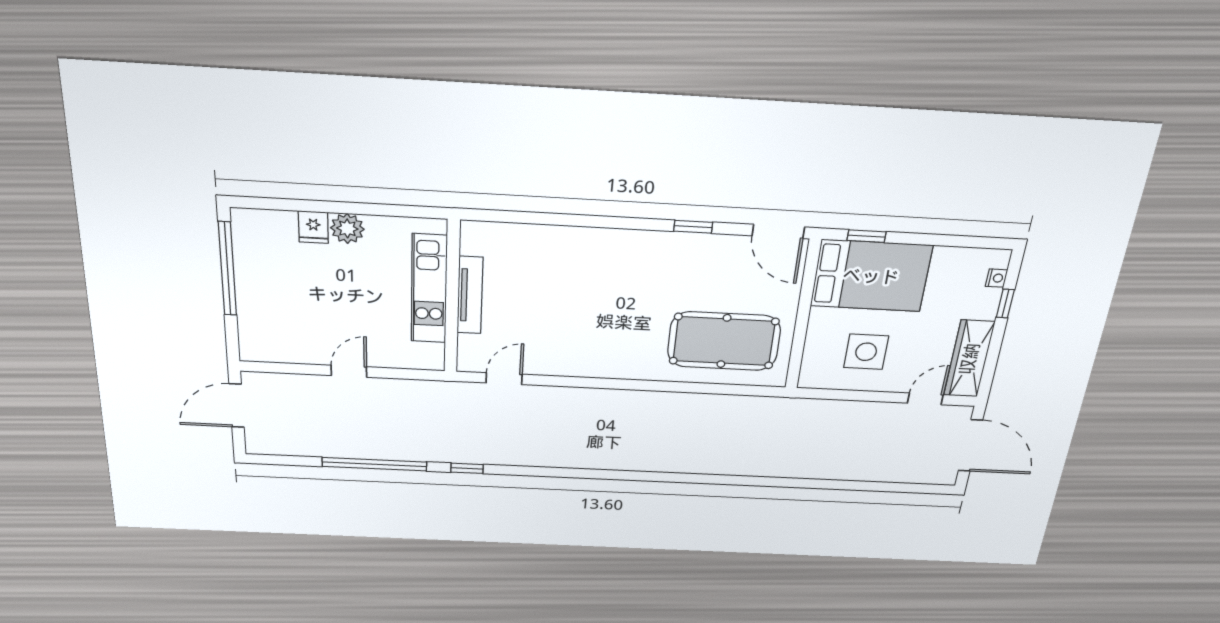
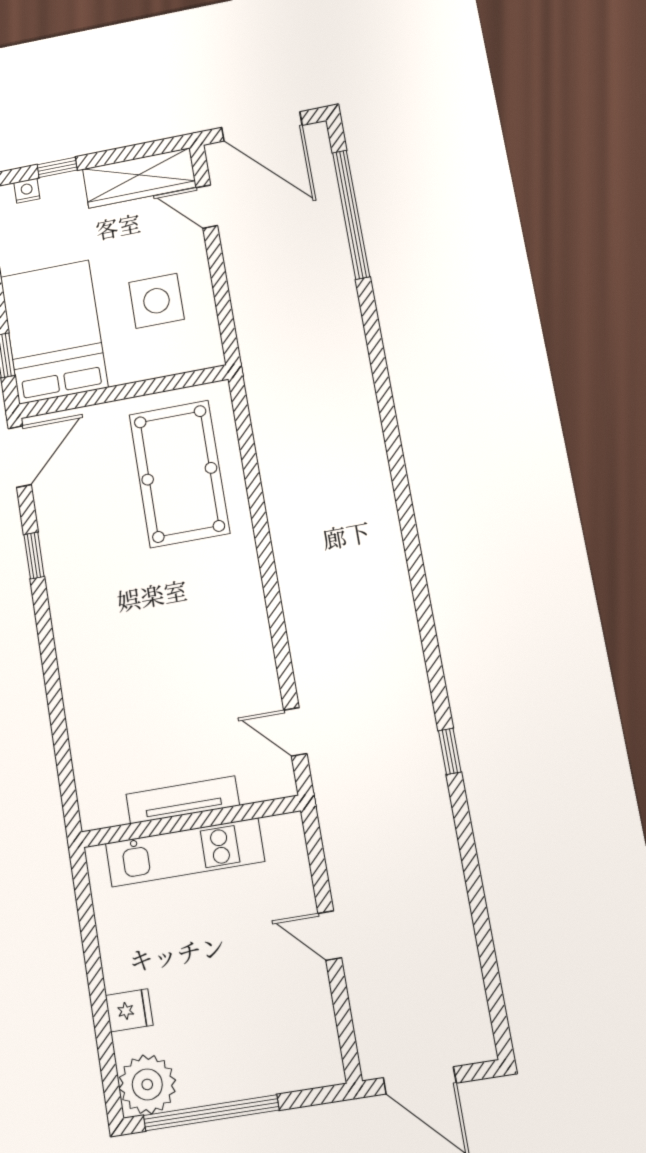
plant: (347, 228) -> (147, 1084), moved, width x1.36, depth x1.36
door: (970, 446) -> (262, 126), swing flipped
window: (374, 464) -> (351, 215), moved

